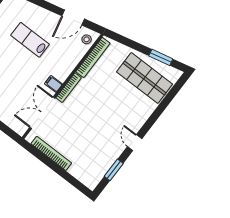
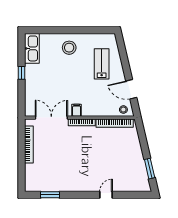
lab bench: (30, 40) -> (102, 64), moved
shop shelf: (145, 78) -> (127, 168), removed
door: (135, 143) -> (106, 195), moved

